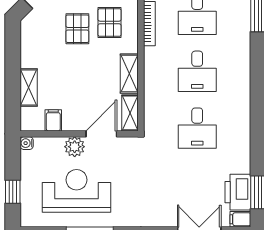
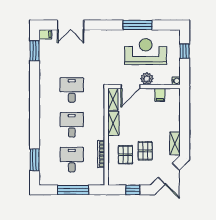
shelving: (29, 88) -> (175, 143), moved
reception desk: (77, 191) -> (146, 52), turned 180
printer: (238, 192) -> (47, 51), removed

